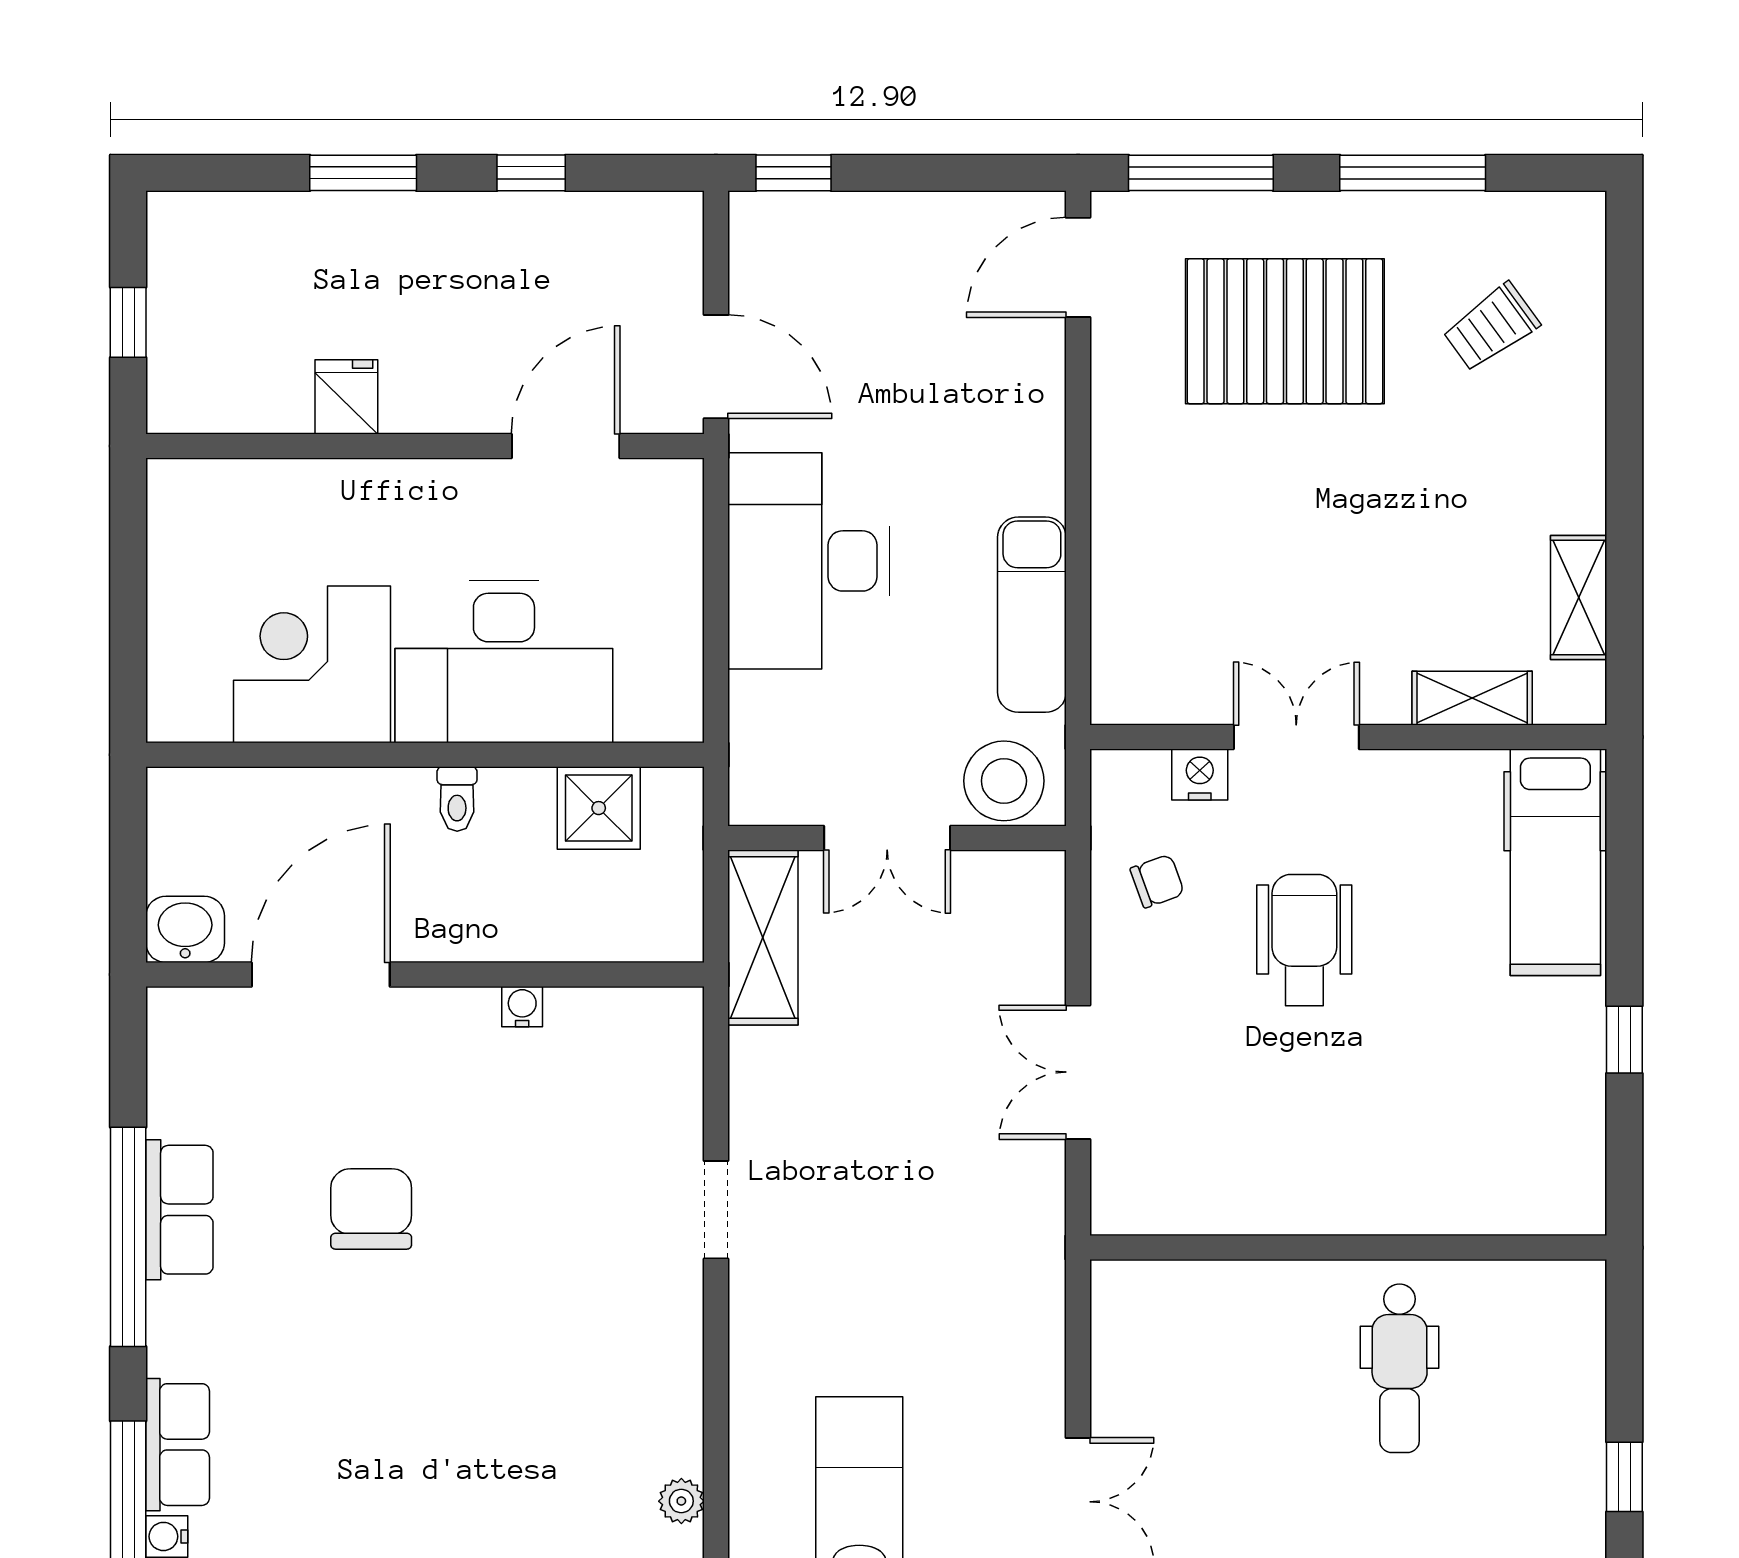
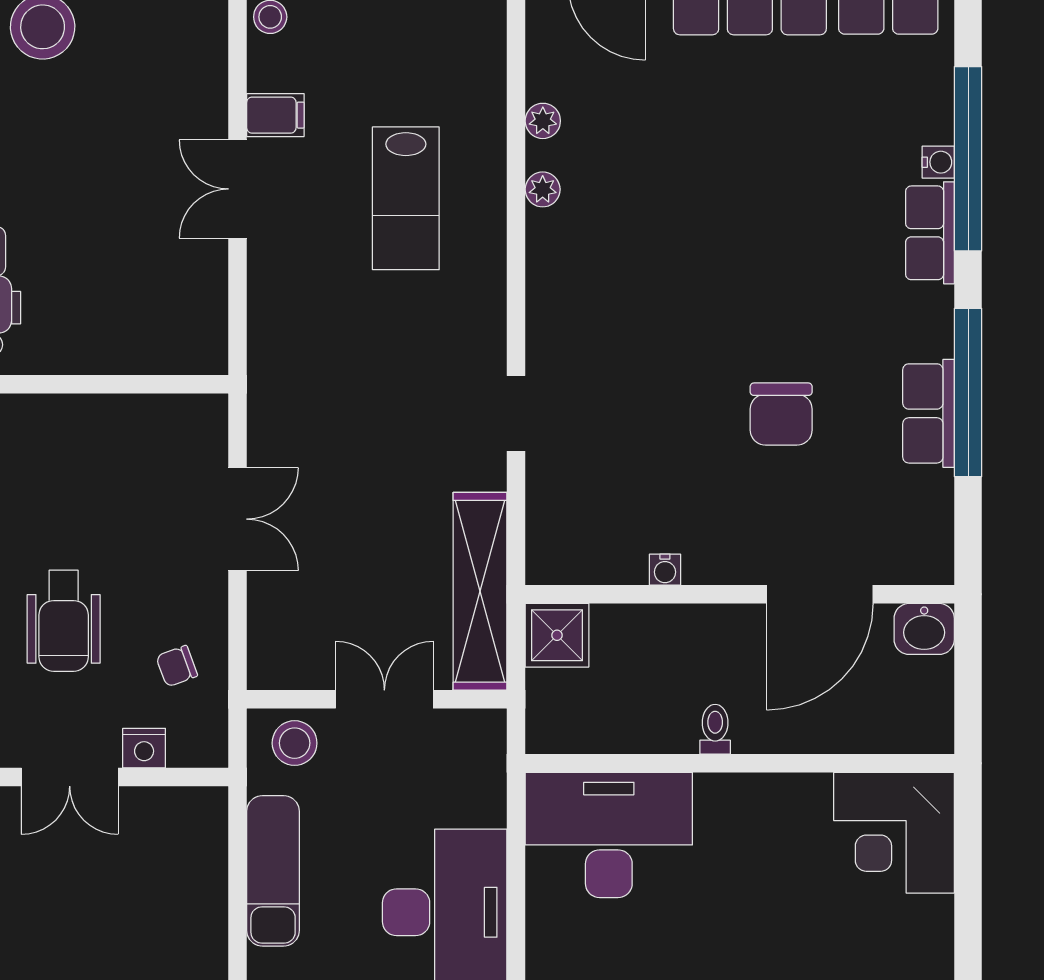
desk: (504, 661) -> (609, 835), moved
corner desk: (312, 664) -> (894, 833), moved, turned 90
stool: (1004, 781) -> (295, 743), width x0.73, depth x0.73
shower: (599, 808) -> (557, 635), moved
shelving: (763, 937) -> (480, 591), width x1.47

